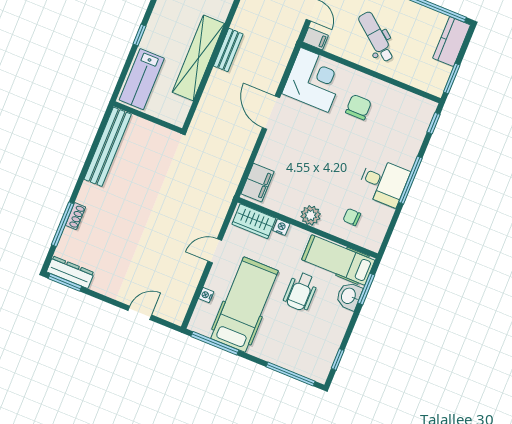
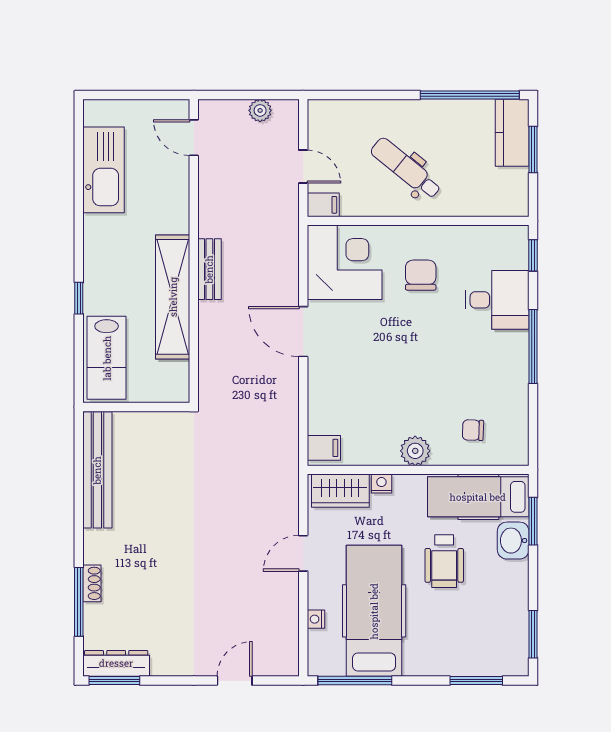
window: (452, 78) -> (533, 150), moved
desk: (383, 182) -> (497, 300), moved
filing cabinet: (258, 183) -> (324, 448), width x0.50
window: (338, 359) -> (533, 634), width x1.50
window: (290, 374) -> (476, 681), width x0.69

